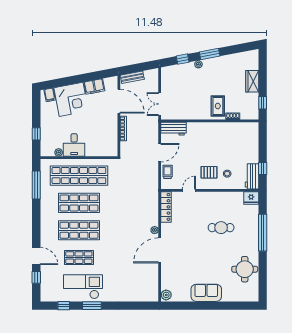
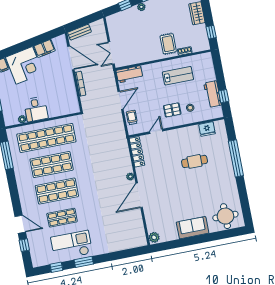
lab bench: (221, 140) -> (178, 76), added
workbench: (252, 176) -> (212, 94), moved
fridge: (251, 198) -> (207, 129), moved
round table: (245, 269) -> (225, 216), moved

